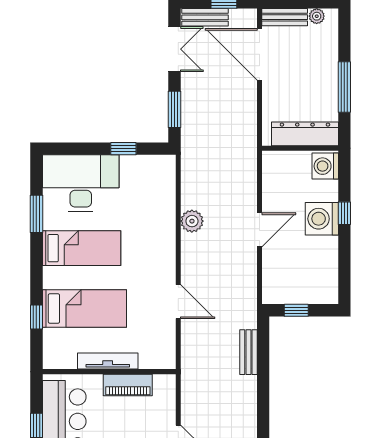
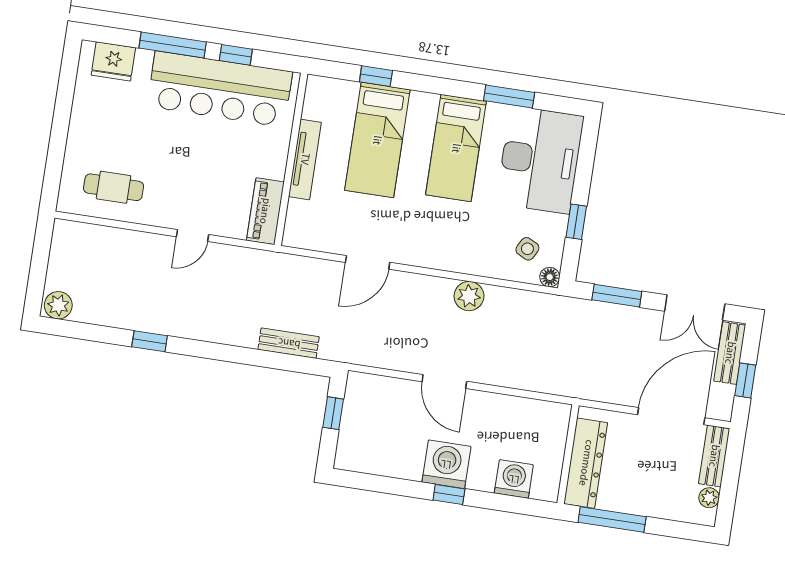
dresser: (305, 134) -> (586, 463), moved
wall: (300, 148) -> (568, 454), moved
floor lamp: (168, 162) -> (550, 277), added
side table: (149, 182) -> (527, 249), added
piano: (128, 385) -> (265, 211), moved

